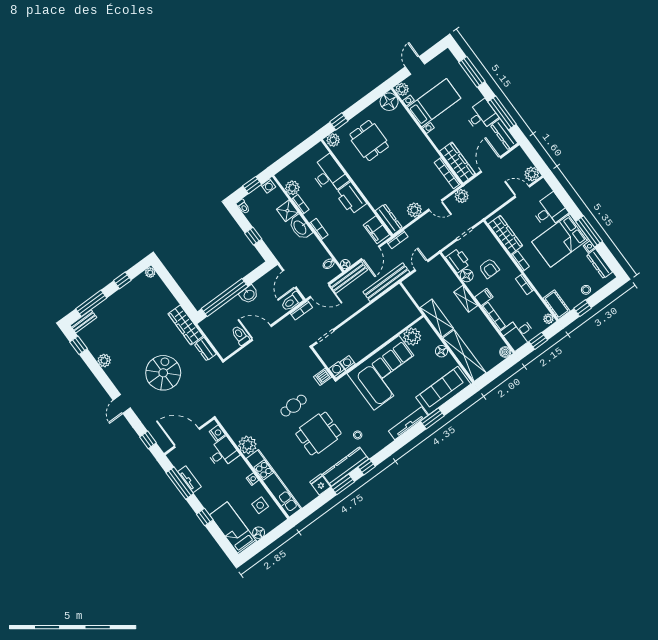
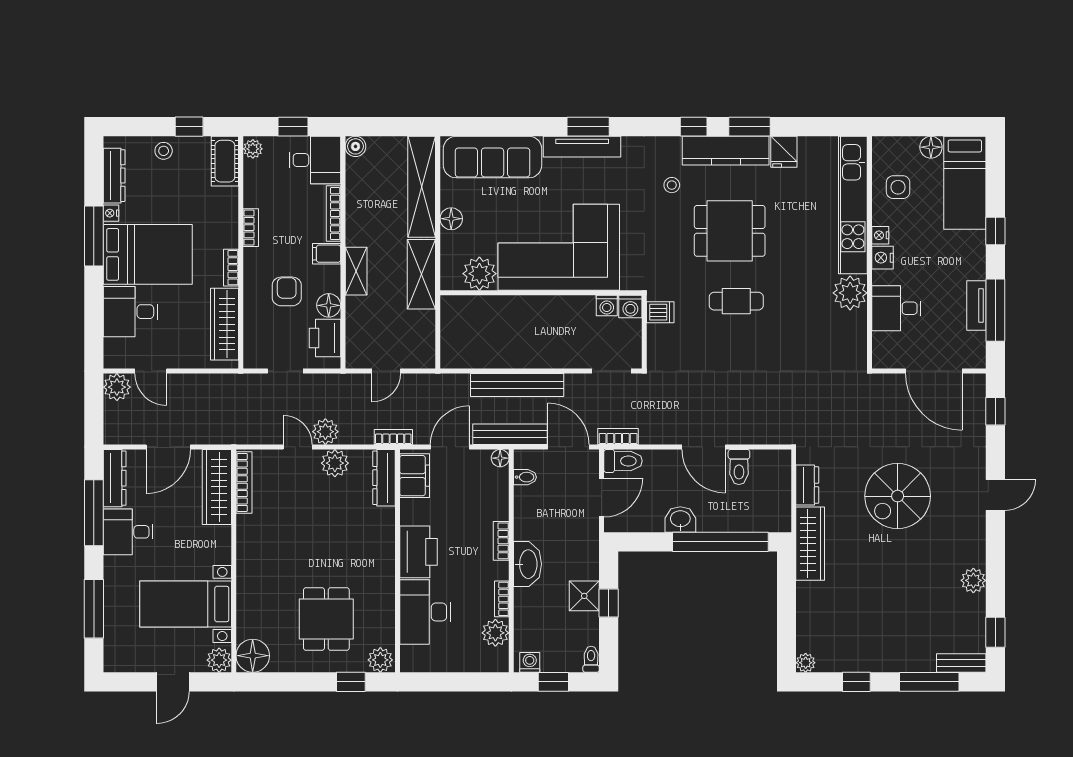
plant: (462, 196) -> (325, 432), moved
shower: (287, 211) -> (584, 596), moved
bench: (386, 282) -> (517, 385), moved
window: (432, 418) -> (588, 127), moved
nightstand: (217, 433) -> (883, 258), moved

